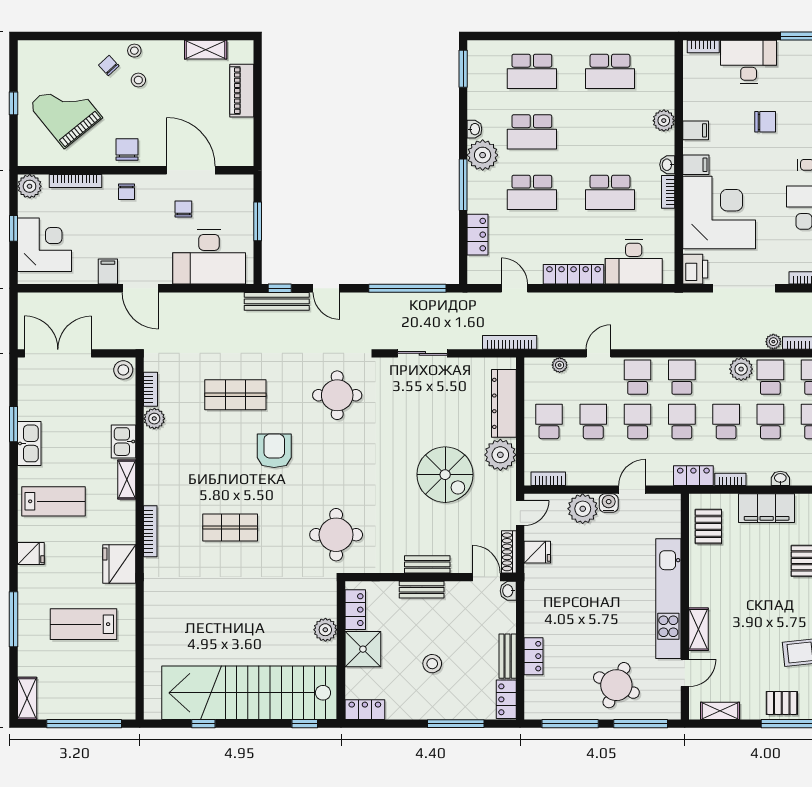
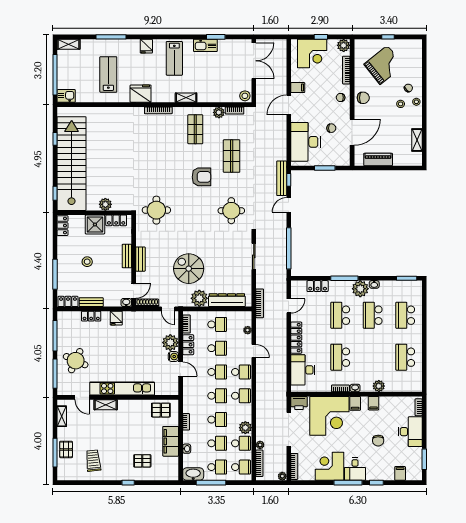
piano: (242, 91) -> (378, 159), moved
kitchen sink: (124, 442) -> (66, 96), moved
spiral stairs: (445, 475) -> (189, 269), turned 90
locker: (693, 476) -> (188, 345), moved
shop shelf: (230, 527) -> (195, 129), moved
fridge: (537, 552) -> (116, 318), moved

